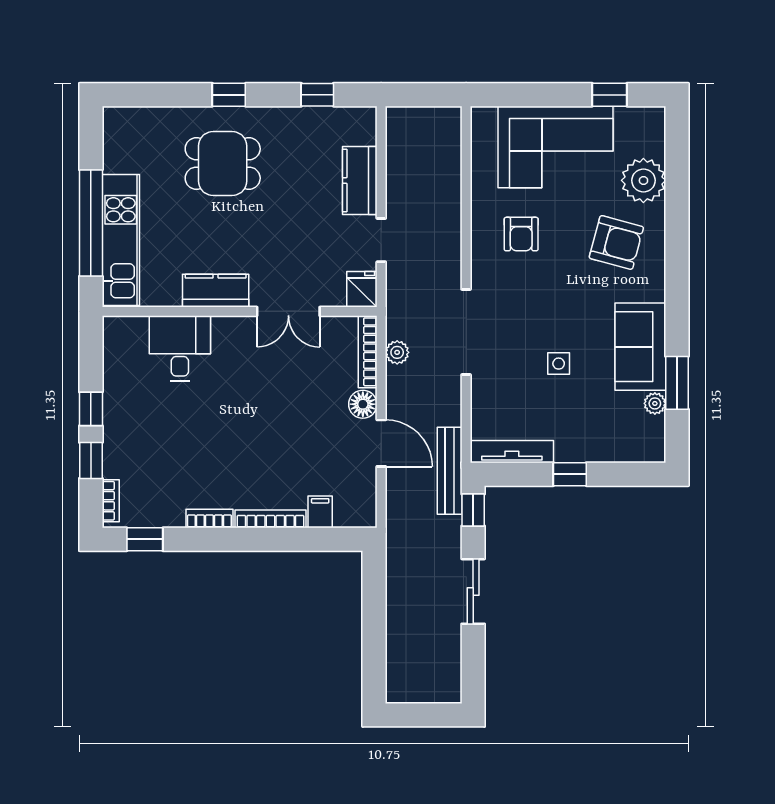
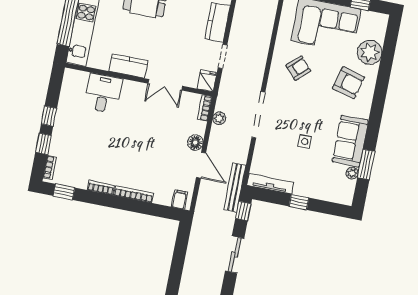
armchair: (521, 234) -> (298, 68), turned -133
bookcase: (368, 352) -> (205, 108), width x0.64
filing cabinet: (320, 512) -> (180, 199), moved

